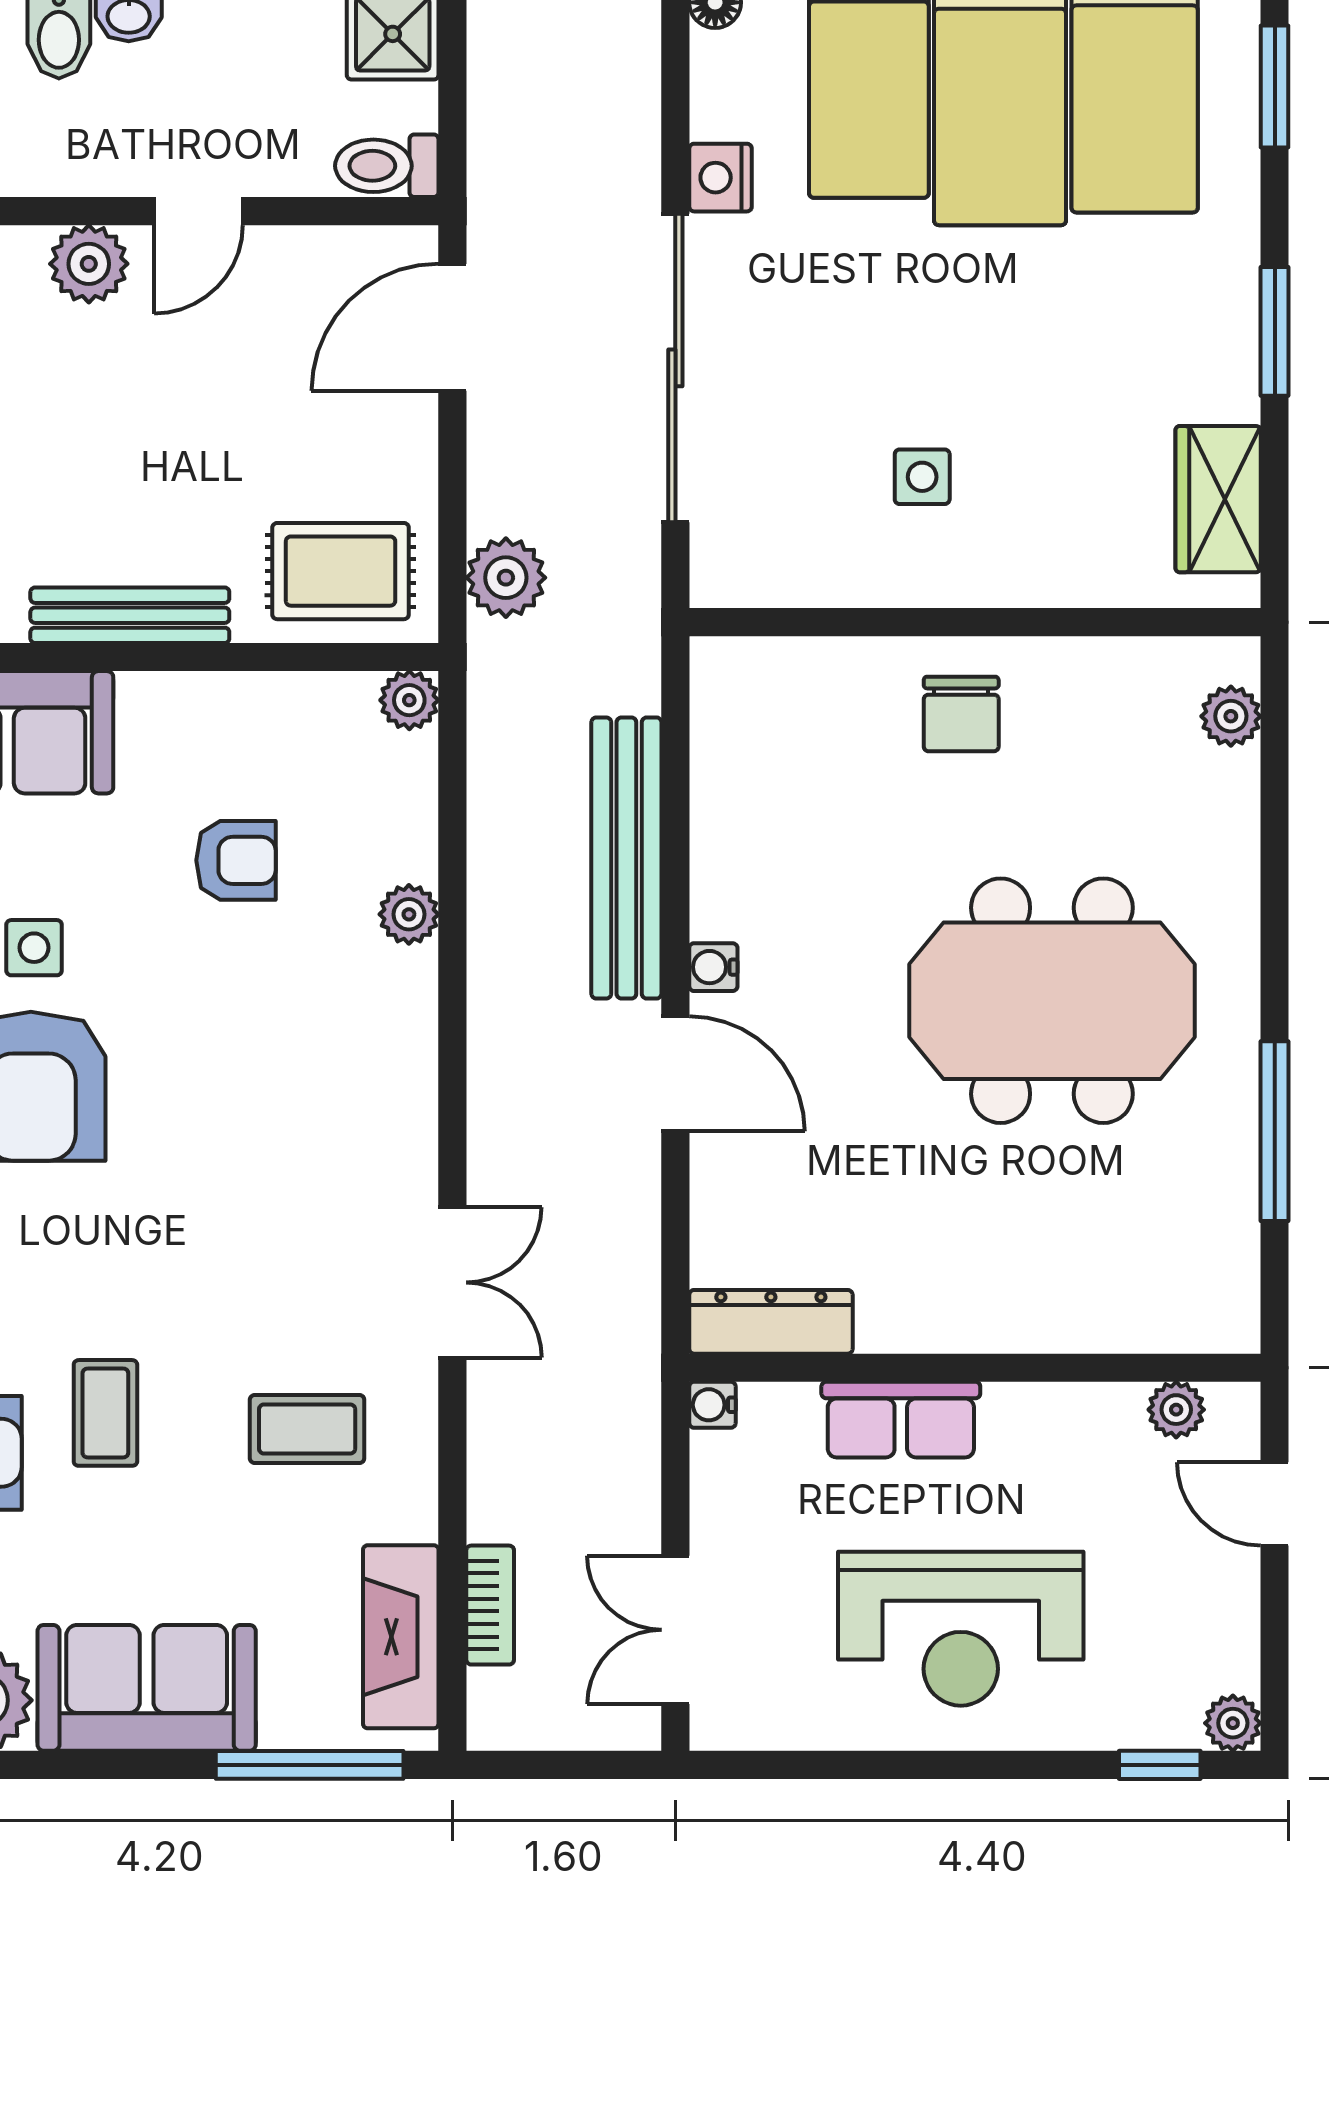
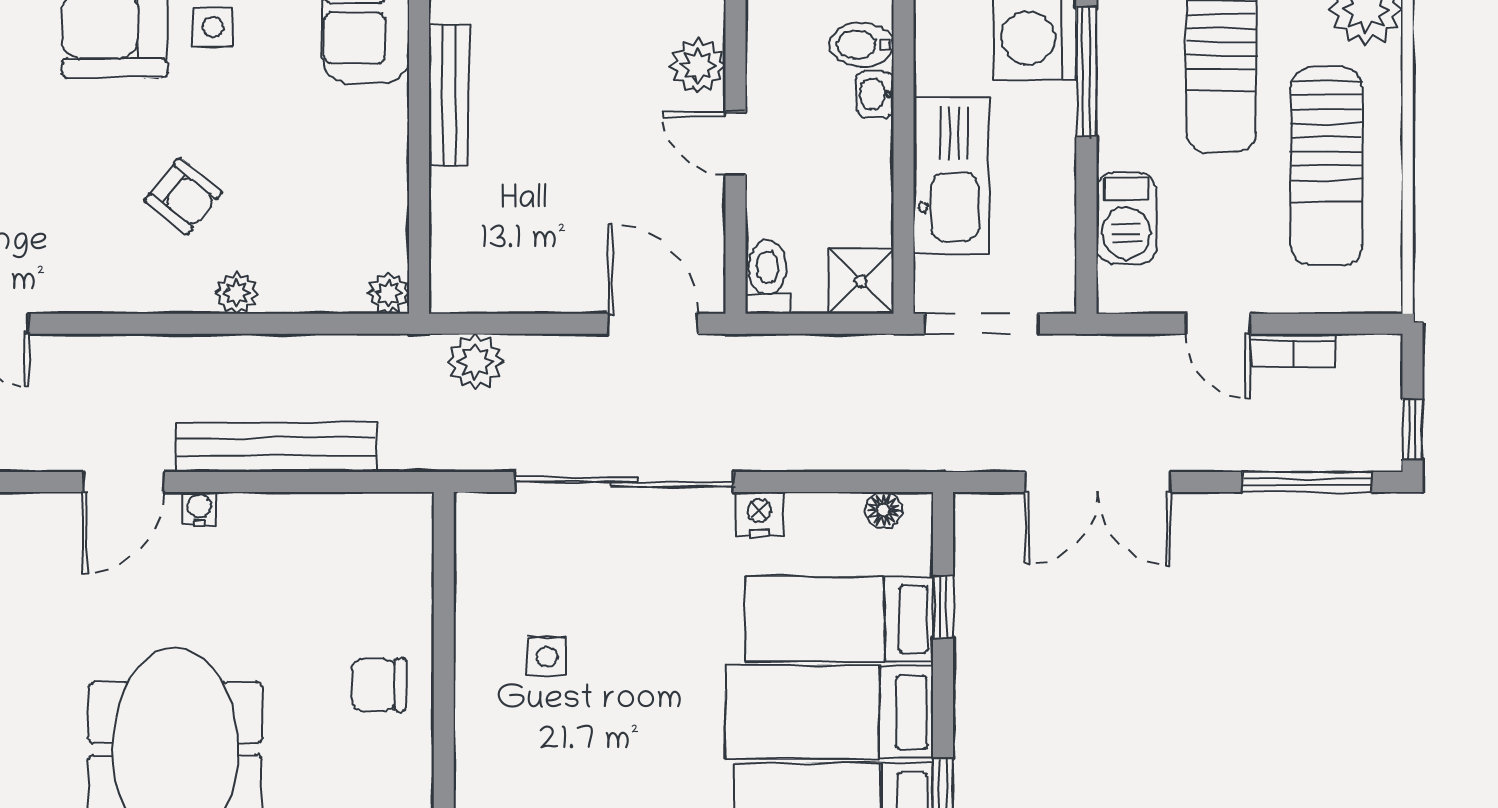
rug: (341, 571) -> (480, 244), removed
armchair: (236, 860) -> (183, 196), moved, turned -51

